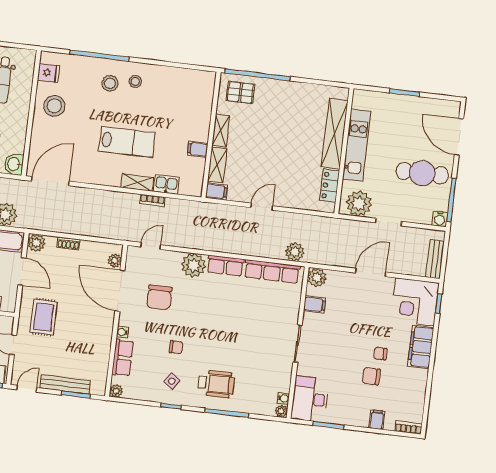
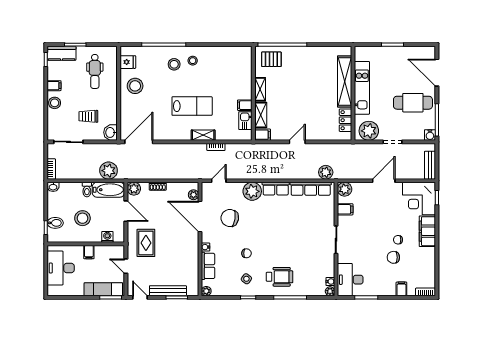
kitchen sink: (166, 184) -> (245, 121), moved, turned -90
chair: (159, 297) -> (230, 218), turned 99
door: (27, 389) -> (140, 297), hinge flipped

